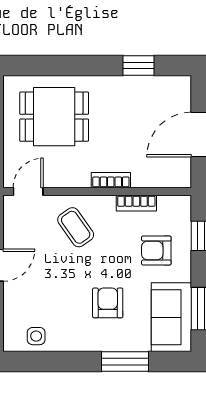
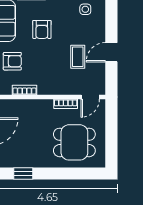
bookcase: (111, 180) -> (66, 104), moved
coffee table: (76, 227) -> (78, 57), moved, turned 35

